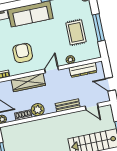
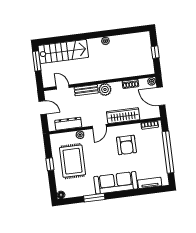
window: (99, 28) -> (50, 164), width x0.46
rug: (76, 32) -> (72, 161), width x1.36, depth x1.43
plant: (38, 110) -> (105, 89), moved

